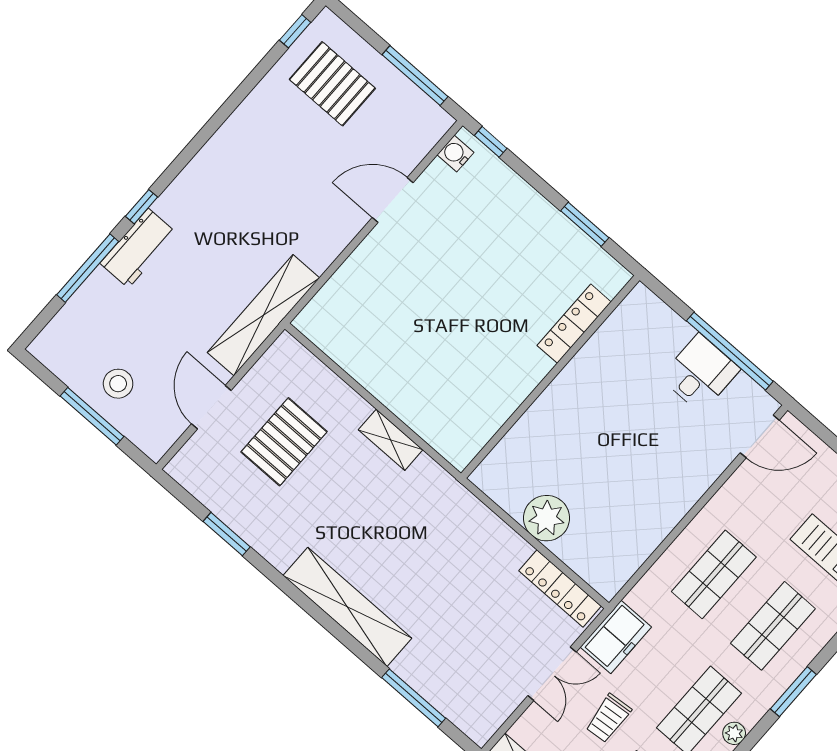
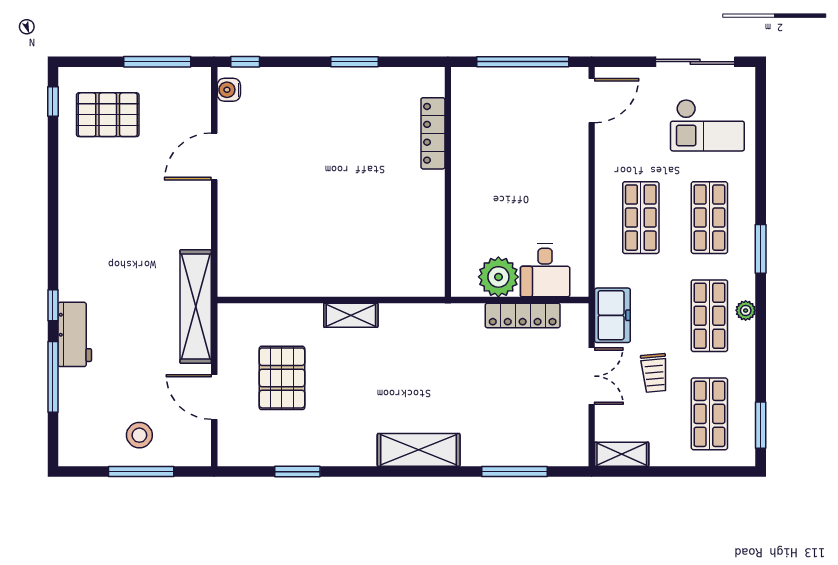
locker: (574, 324) -> (433, 133), moved
desk: (700, 373) -> (545, 270), moved, turned 180
wall: (550, 377) -> (448, 182), moved
locker: (560, 588) -> (523, 315), moved
shelving: (347, 607) -> (419, 450), width x0.68

